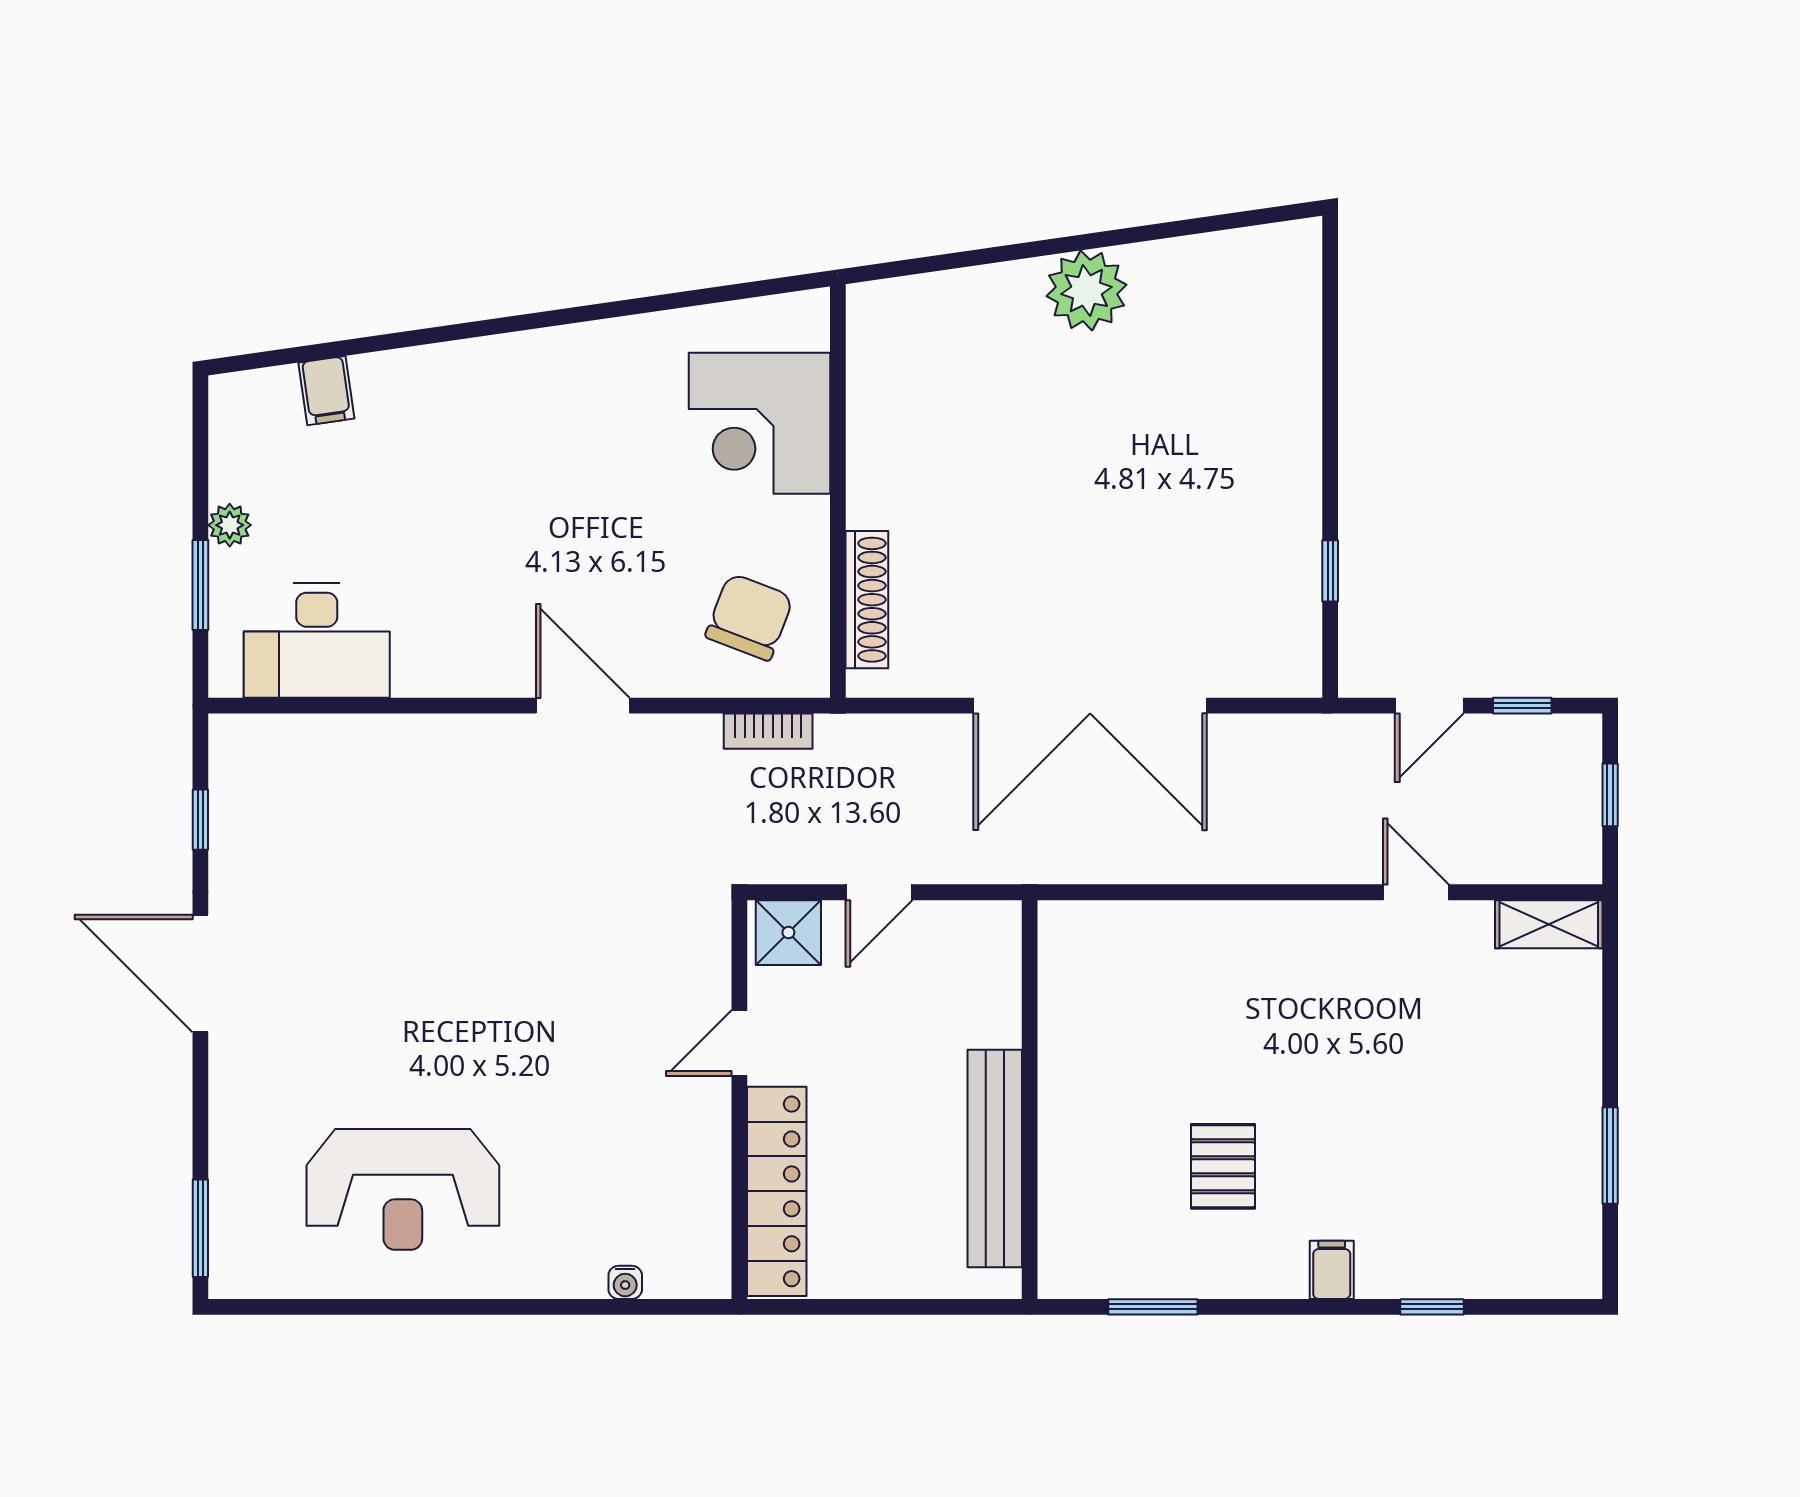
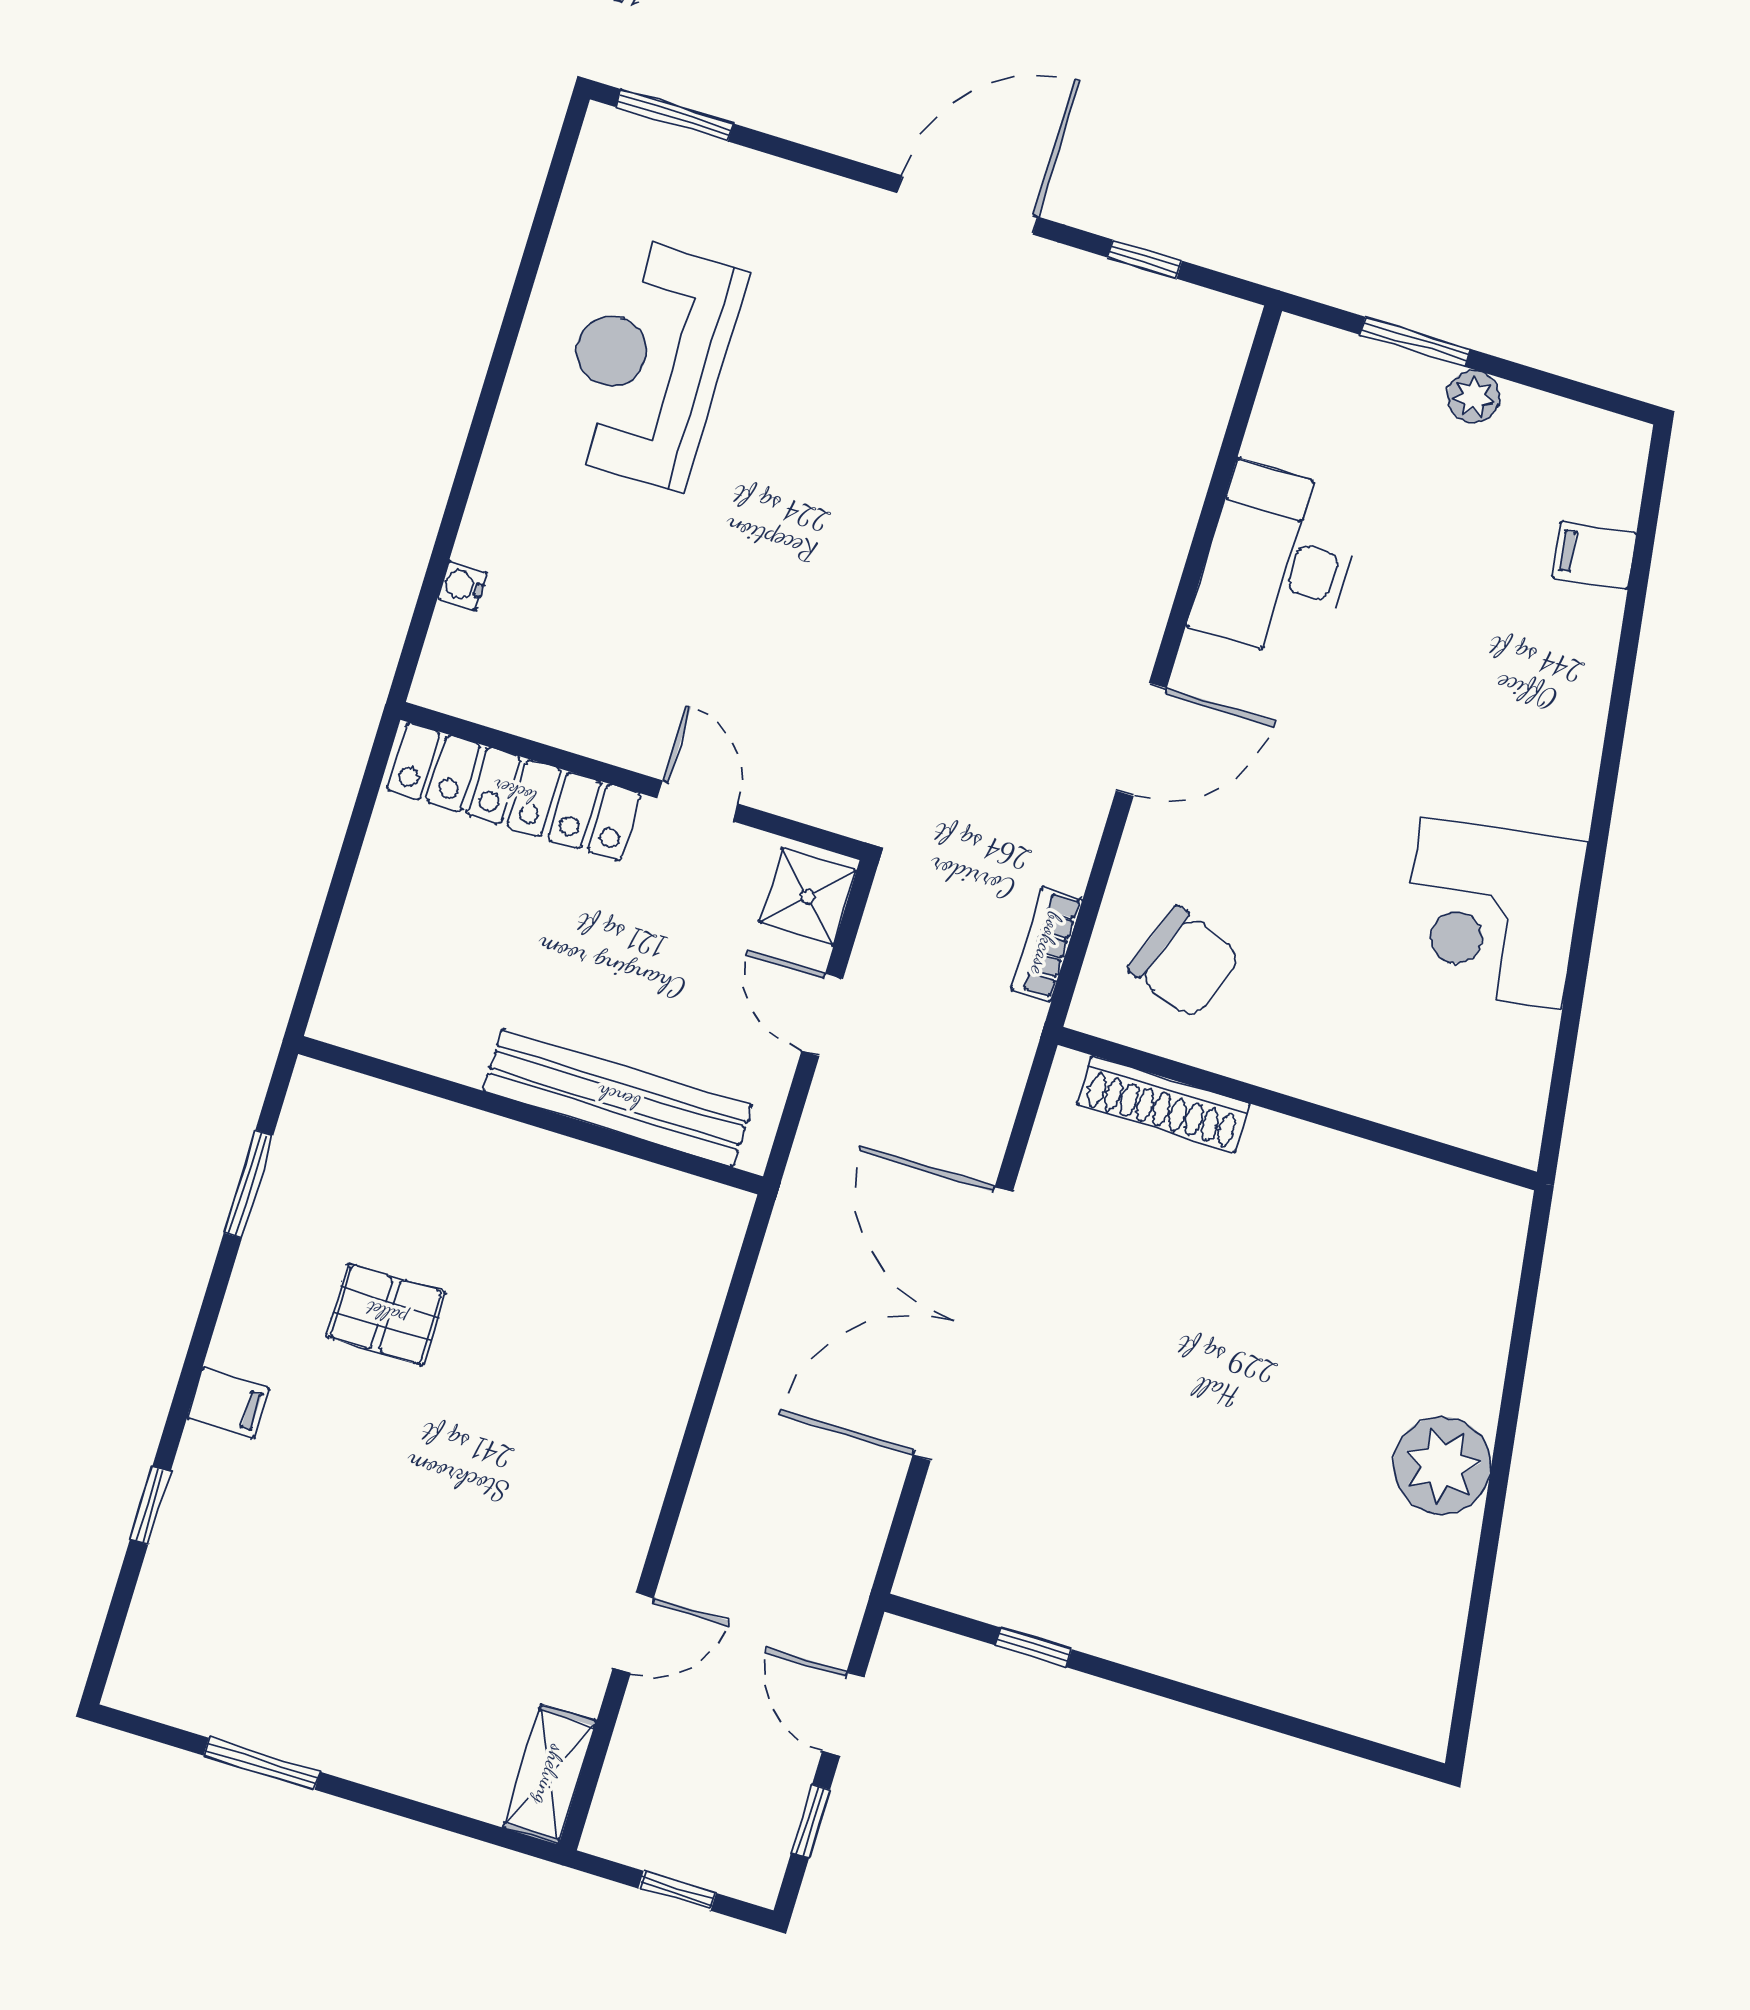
corner desk: (759, 423) -> (1491, 912), moved, turned -98
desk: (317, 641) -> (1277, 562), moved
bench: (995, 1158) -> (618, 1098), moved

